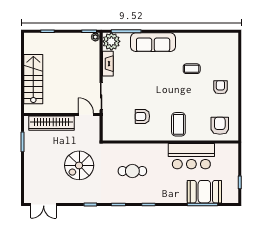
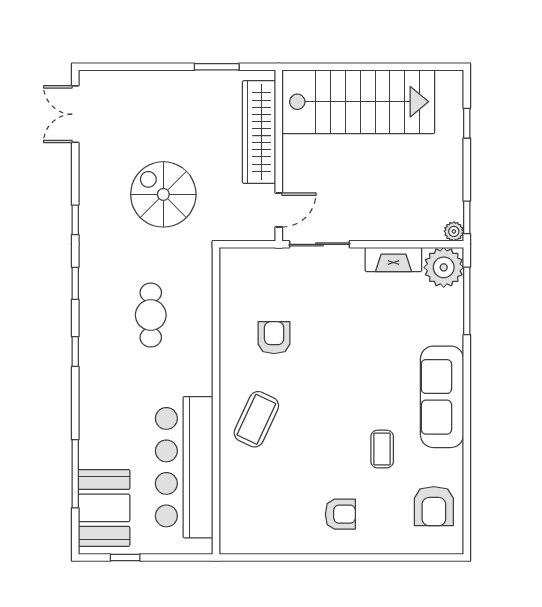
sofa: (153, 42) -> (442, 397), moved
stairs: (33, 79) -> (358, 102), width x1.36, depth x1.51
coffee table: (178, 124) -> (256, 419), turned -65
armchair: (220, 126) -> (434, 506), moved, turned 90
bar counter: (191, 156) -> (184, 467), width x1.36
booth: (204, 192) -> (104, 508), moved

